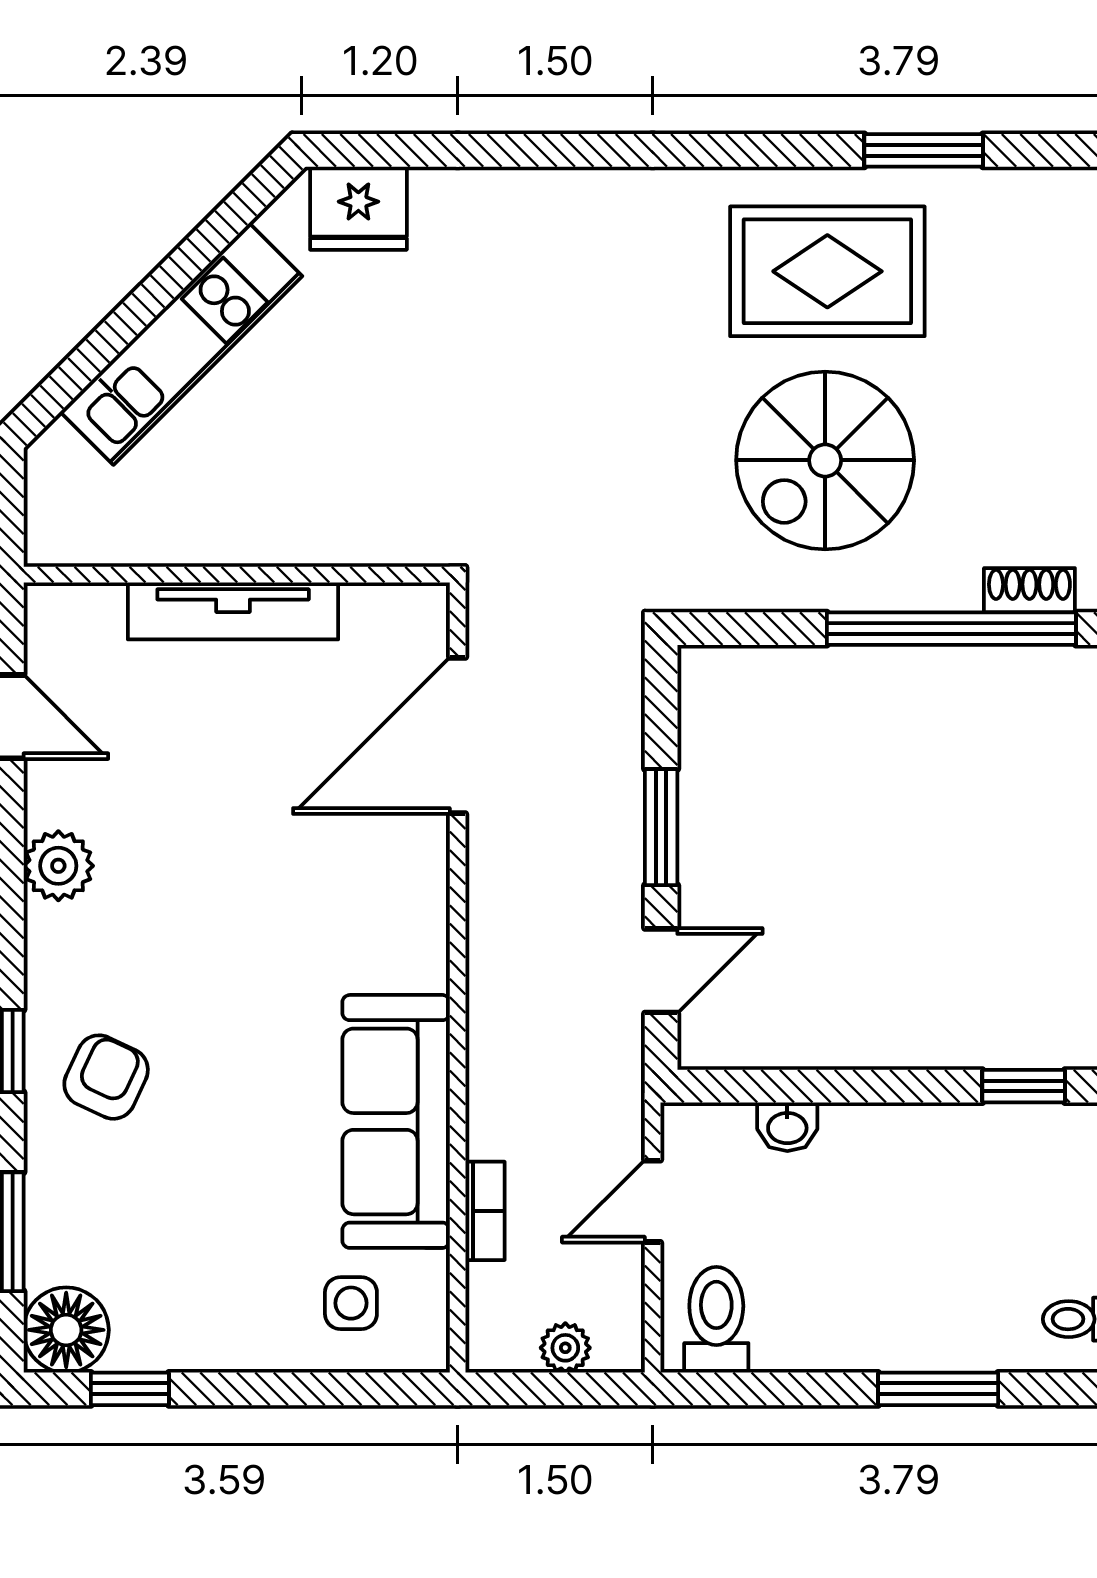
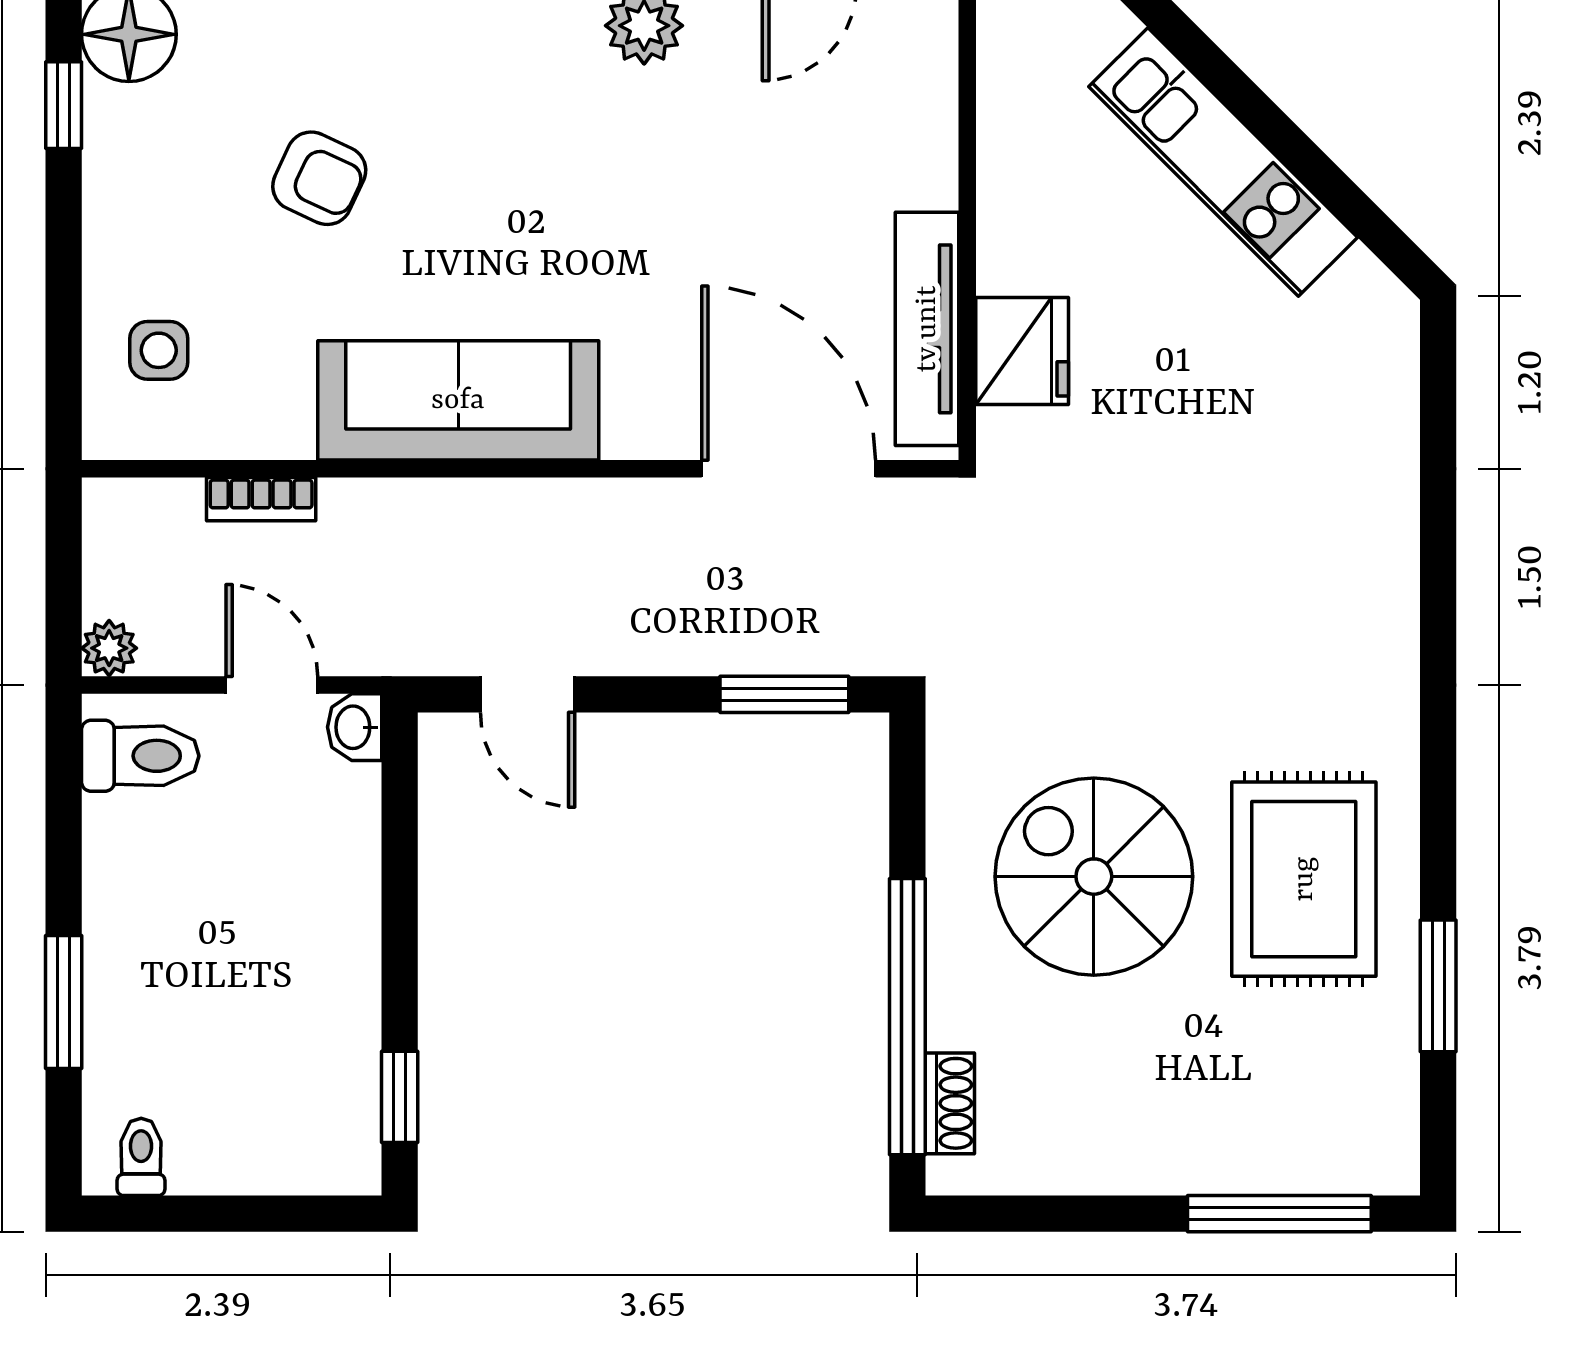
fridge: (358, 208) -> (1022, 351), moved, turned 180
tv unit: (233, 611) -> (927, 329), moved
window: (661, 827) -> (784, 694), moved
armchair: (106, 1077) -> (319, 178), moved
sofa: (396, 1121) -> (458, 400), moved
washbasin: (787, 1127) -> (355, 727), moved
plant: (565, 1348) -> (109, 648), moved

